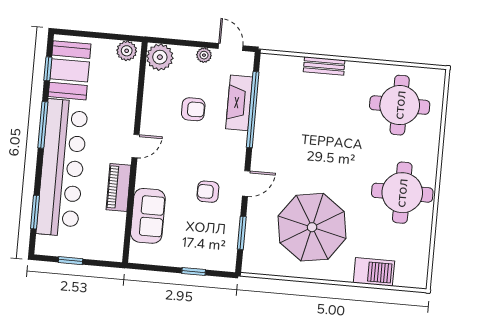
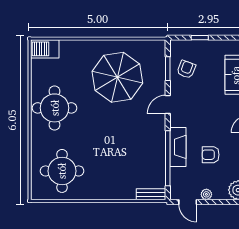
bench: (324, 66) -> (151, 194), moved
fireplace: (239, 103) -> (178, 147), moved
armchair: (208, 192) -> (186, 69), moved, turned -69
barbecue: (374, 272) -> (45, 49), moved

